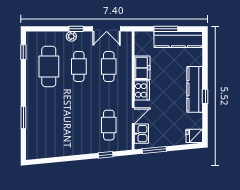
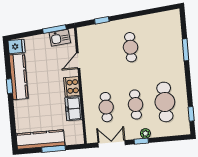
kitchen counter: (195, 89) -> (19, 77), moved
cafe table: (109, 125) -> (131, 47), moved
kitchen sink: (141, 134) -> (60, 38), moved, turned -96

